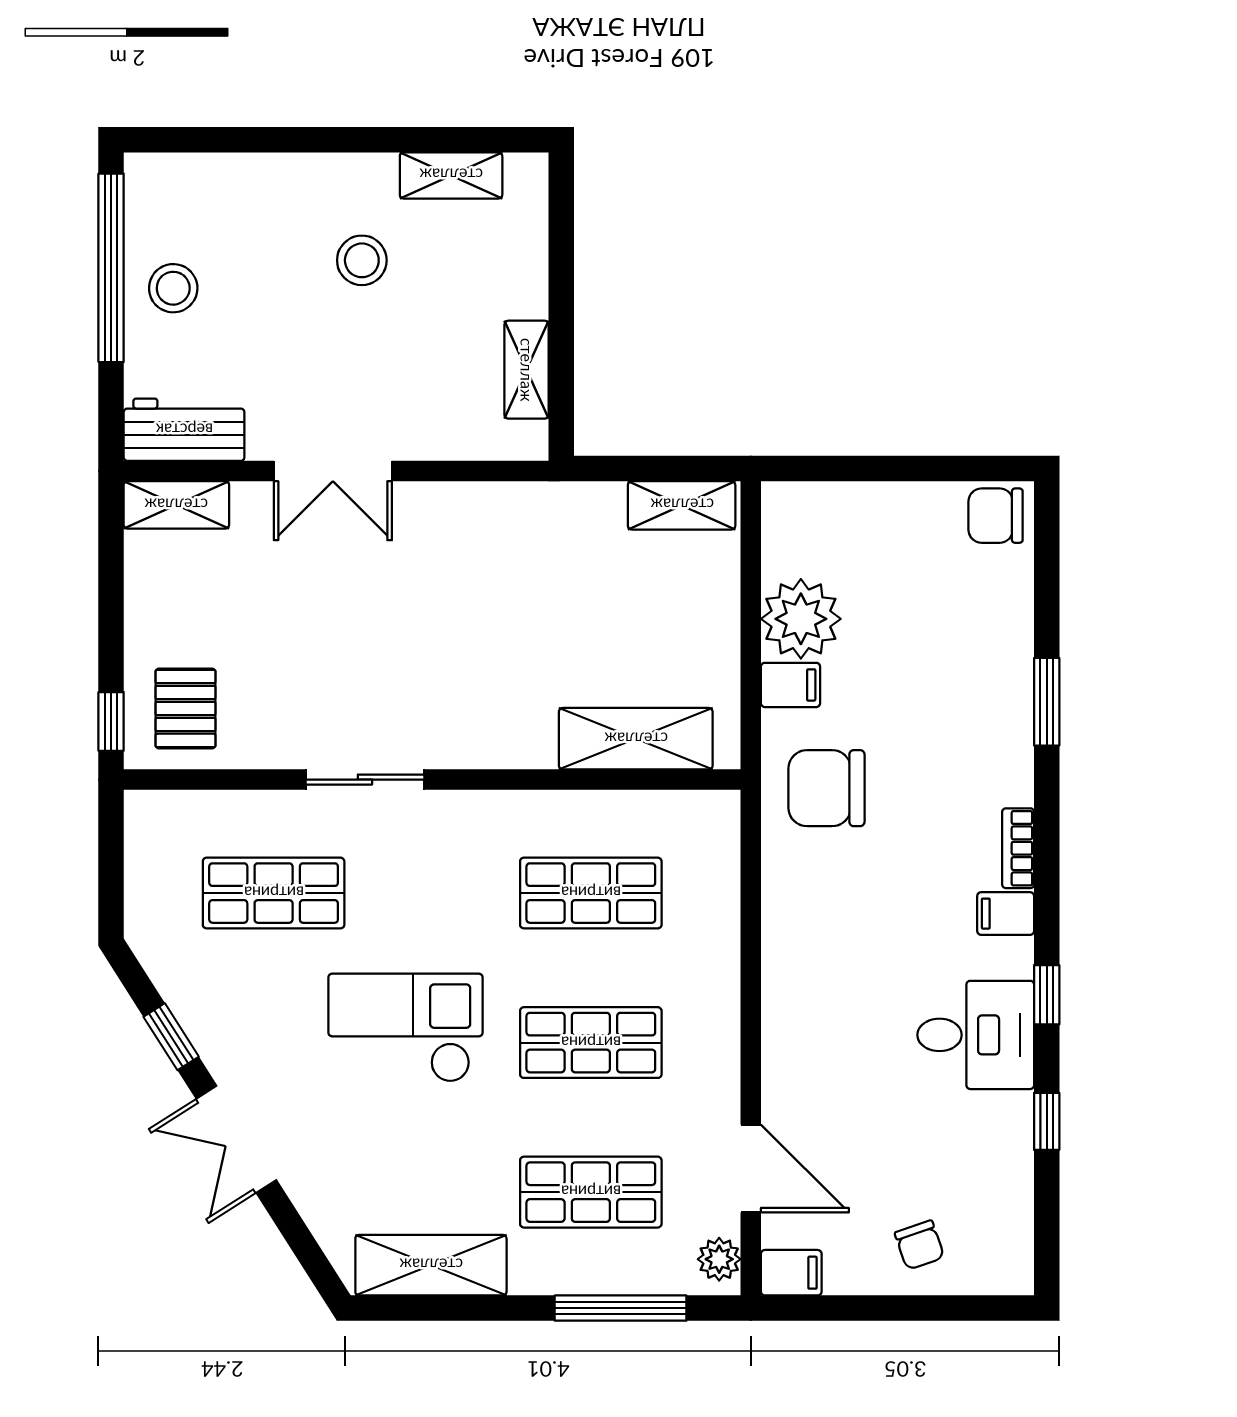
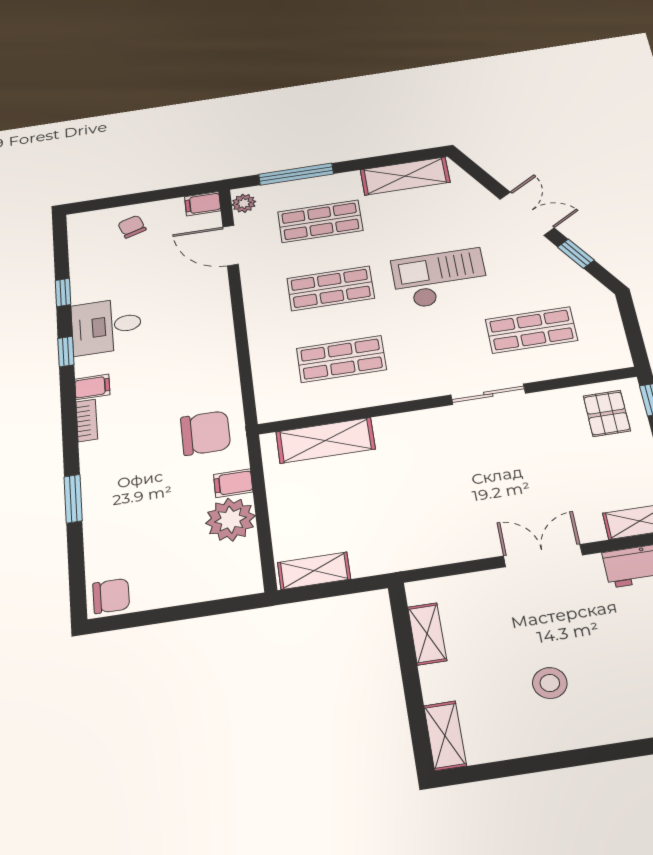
shelving: (451, 175) -> (445, 736), moved, turned 90
checkout: (405, 1028) -> (440, 279), turned 180

